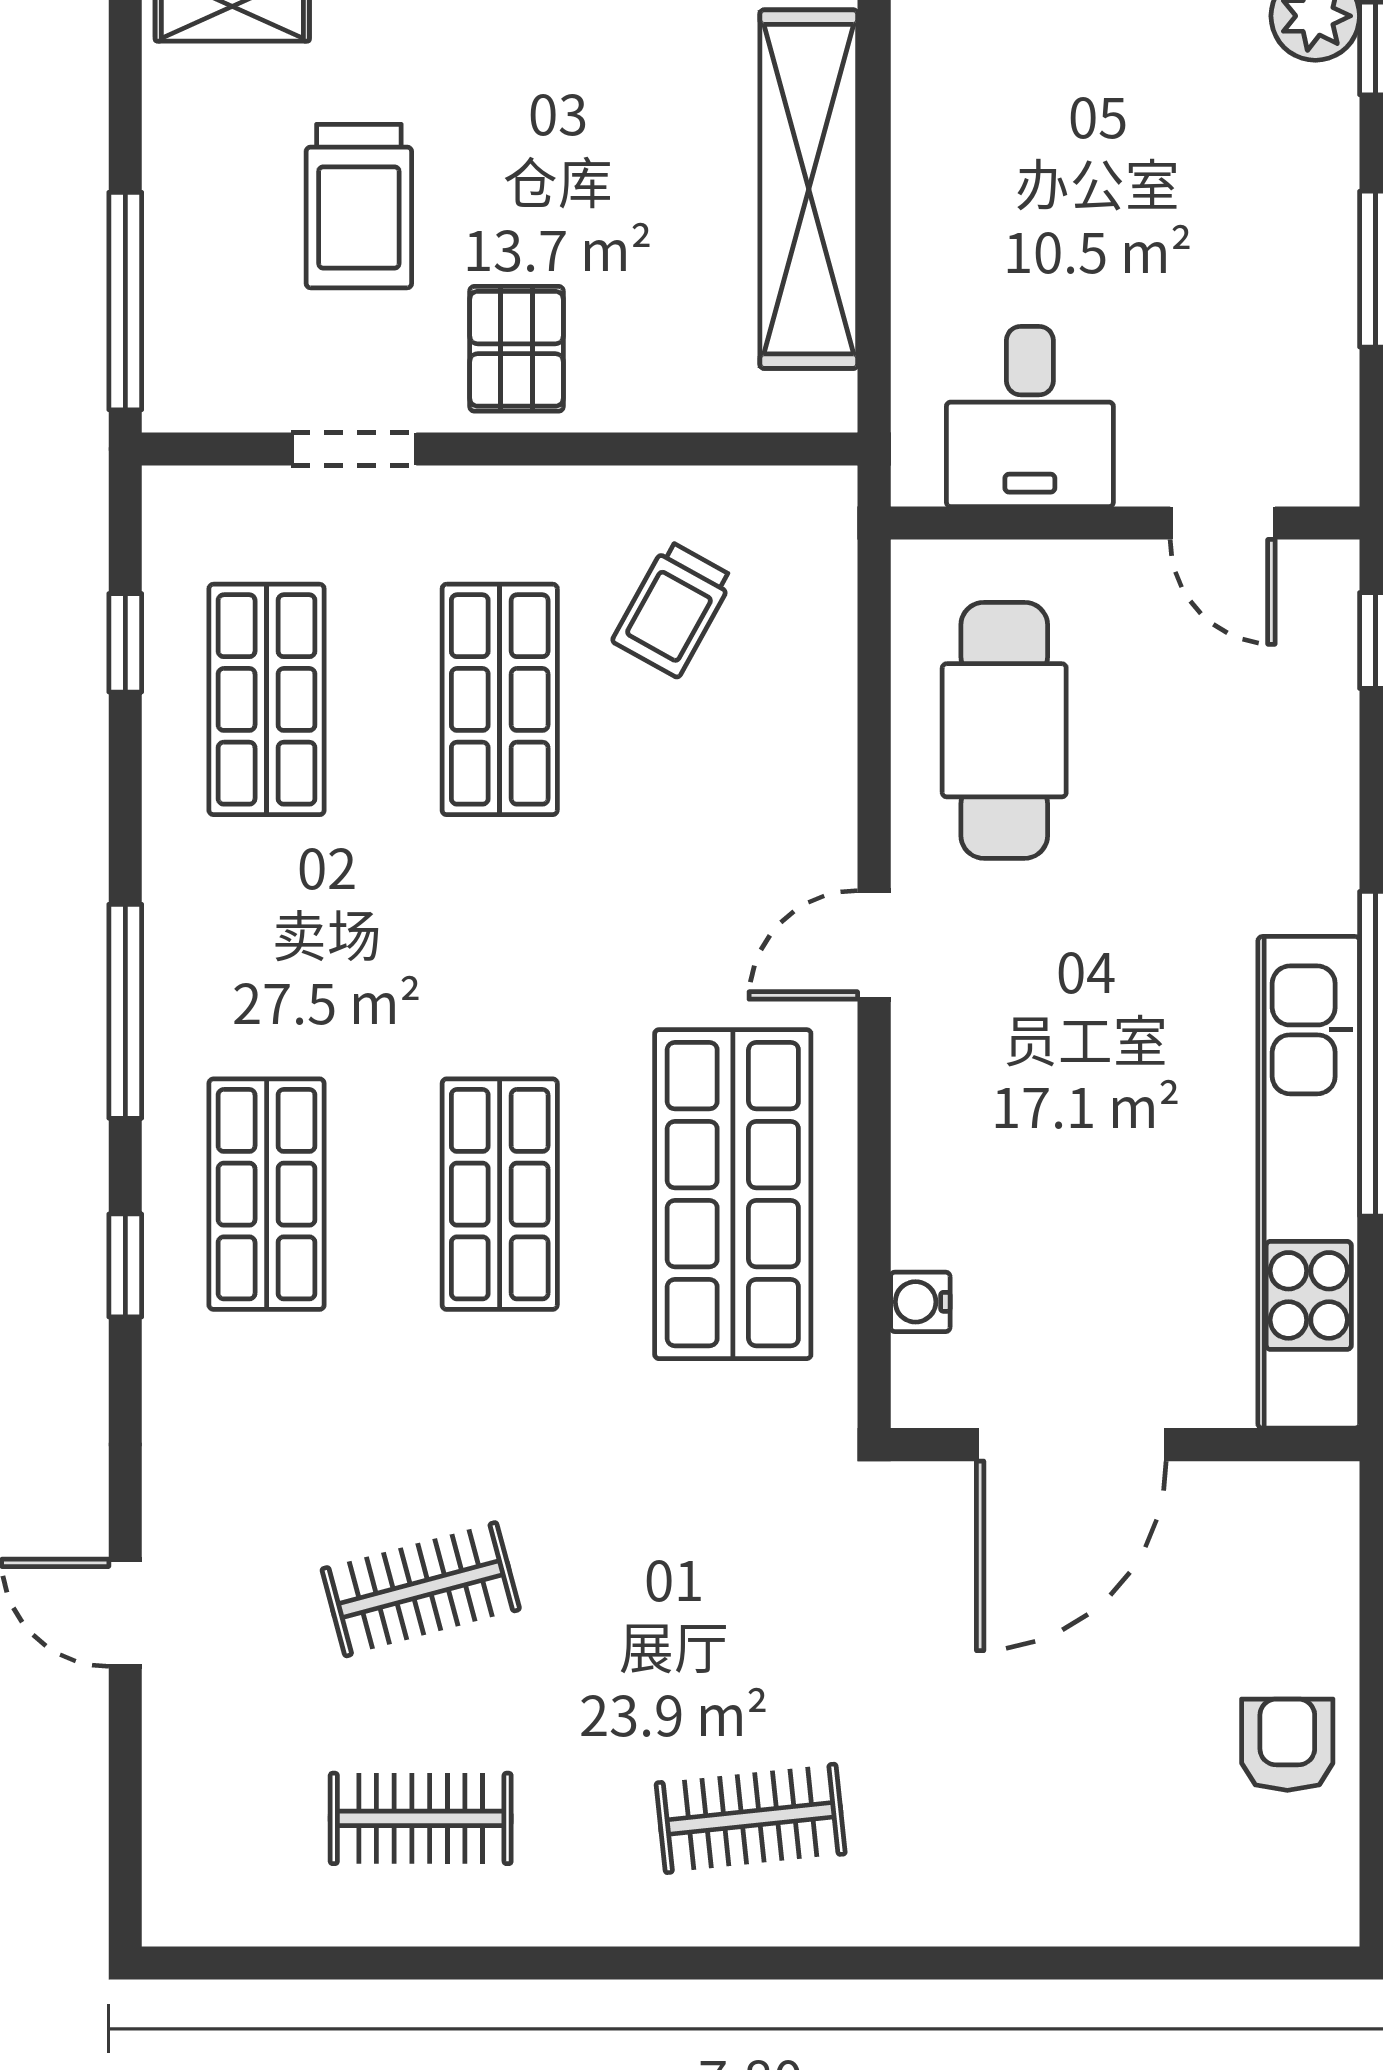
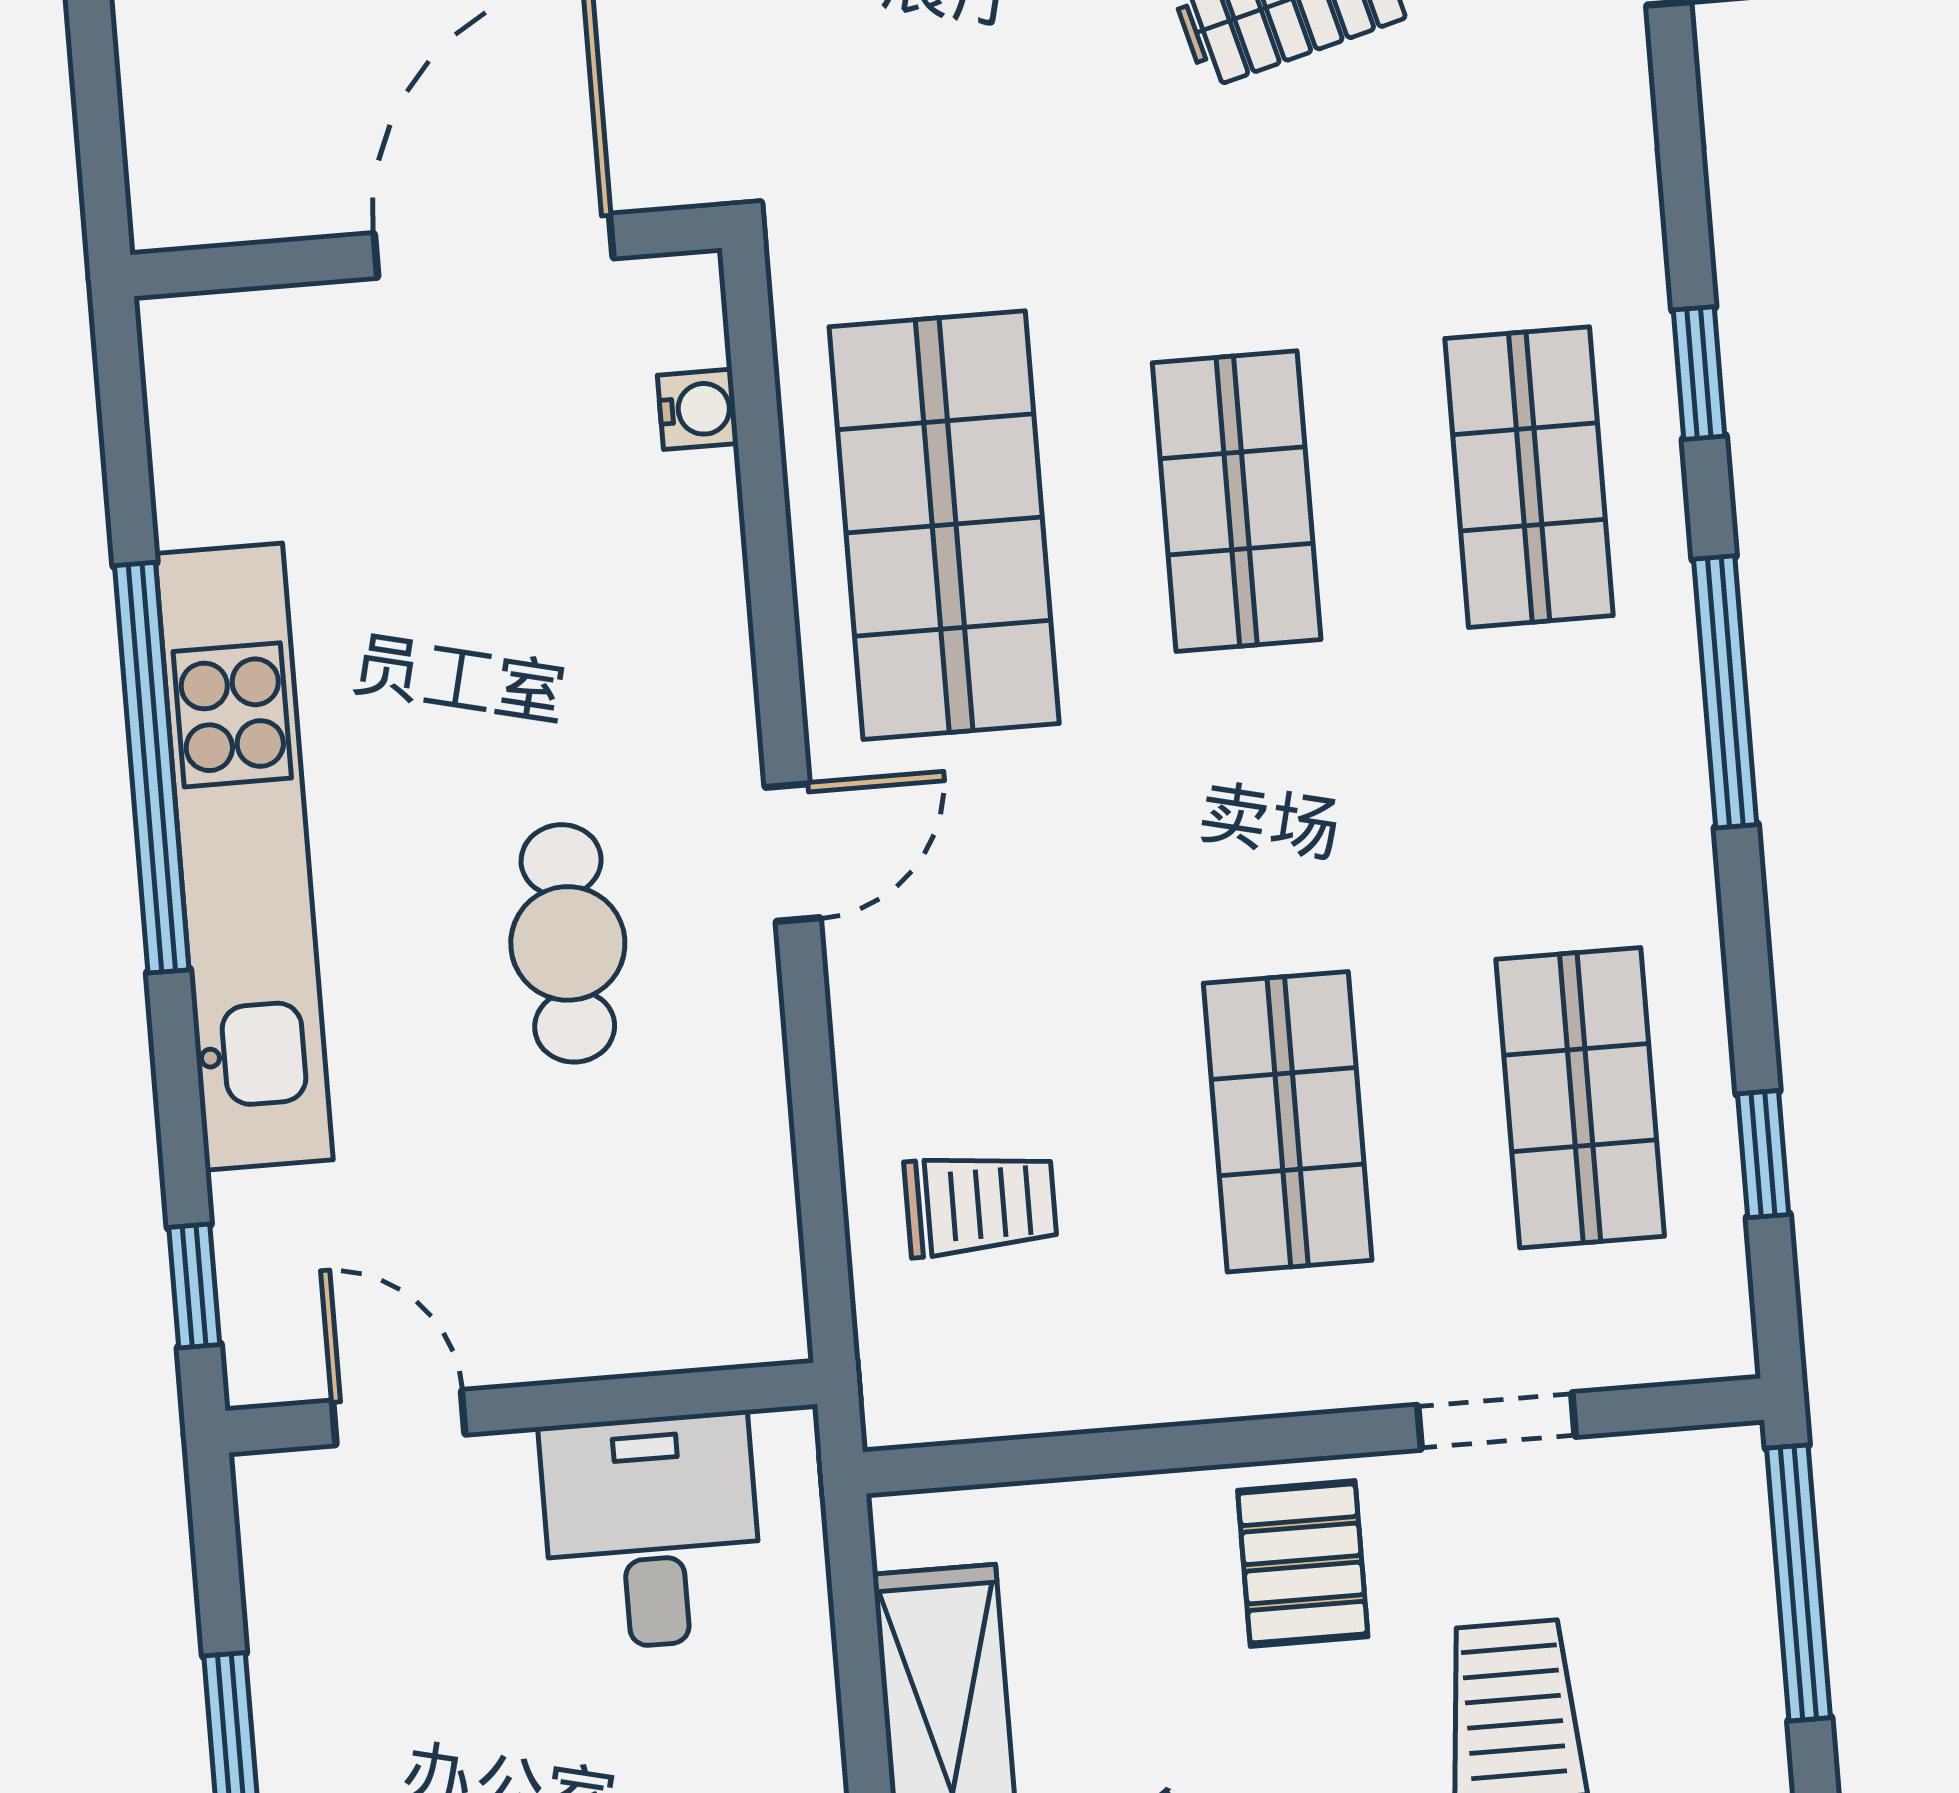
trolley: (673, 609) -> (980, 1204), moved, turned 61
cafe table: (1004, 730) -> (568, 943), moved, width x0.73, depth x0.74
kitchen unit: (1309, 1182) -> (244, 857), moved

